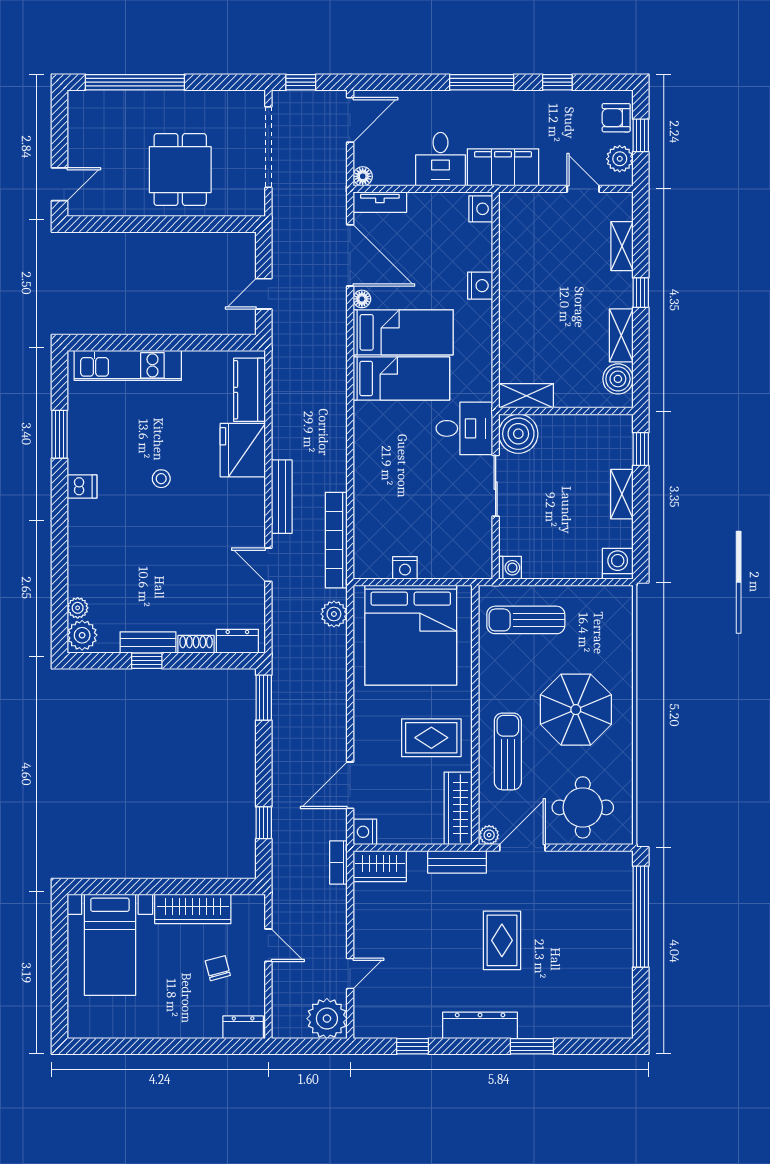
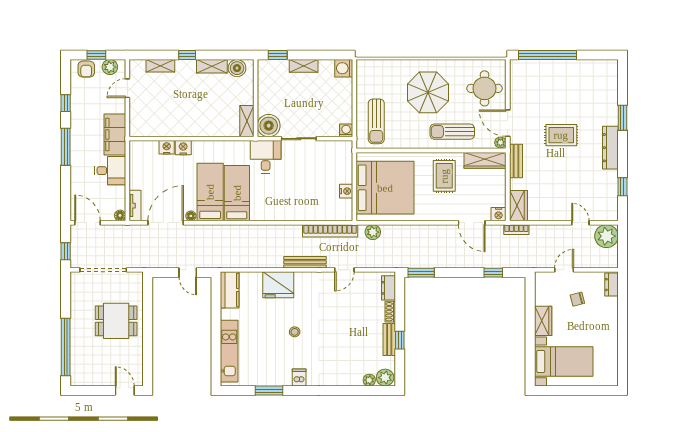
nightstand: (481, 209) -> (167, 147), moved
kitchen counter: (250, 390) -> (230, 290), moved, turned -90
wardrobe: (193, 909) -> (543, 321), width x0.67

